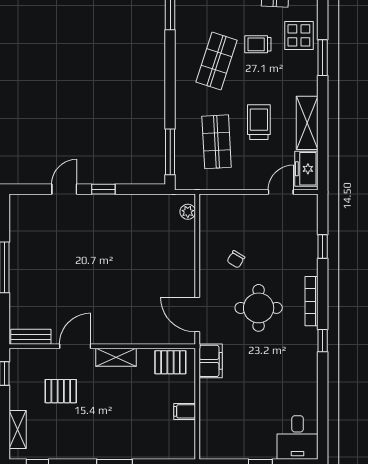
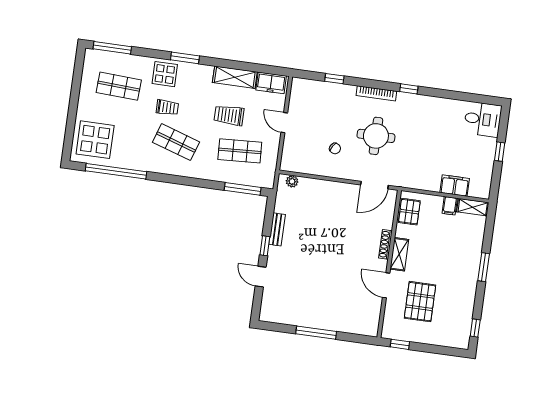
trolley: (258, 44) -> (167, 107), turned -90
door: (281, 192) -> (284, 123), moved
bench: (31, 337) -> (277, 229), moved
shoe rack: (126, 338) -> (385, 244), added
filing cabinet: (211, 361) -> (455, 186), moved
pallet: (61, 391) -> (420, 302), width x1.50, depth x1.42
shelving: (18, 429) -> (473, 207), moved

